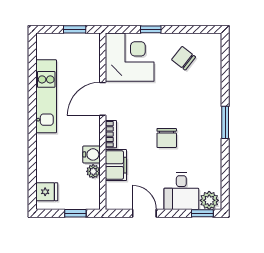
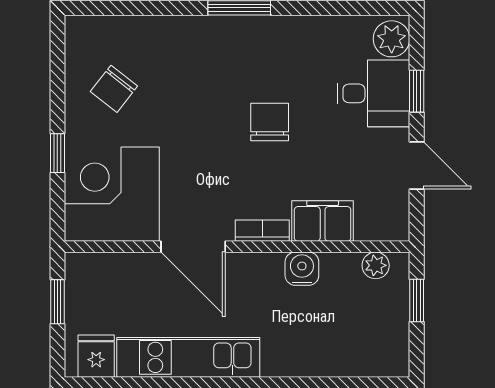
chair: (167, 138) -> (270, 122), turned -90
plant: (93, 171) -> (376, 265), moved
fridge: (47, 192) -> (96, 356), moved
door: (144, 213) -> (417, 165), swing flipped
window: (202, 213) -> (417, 91), moved

